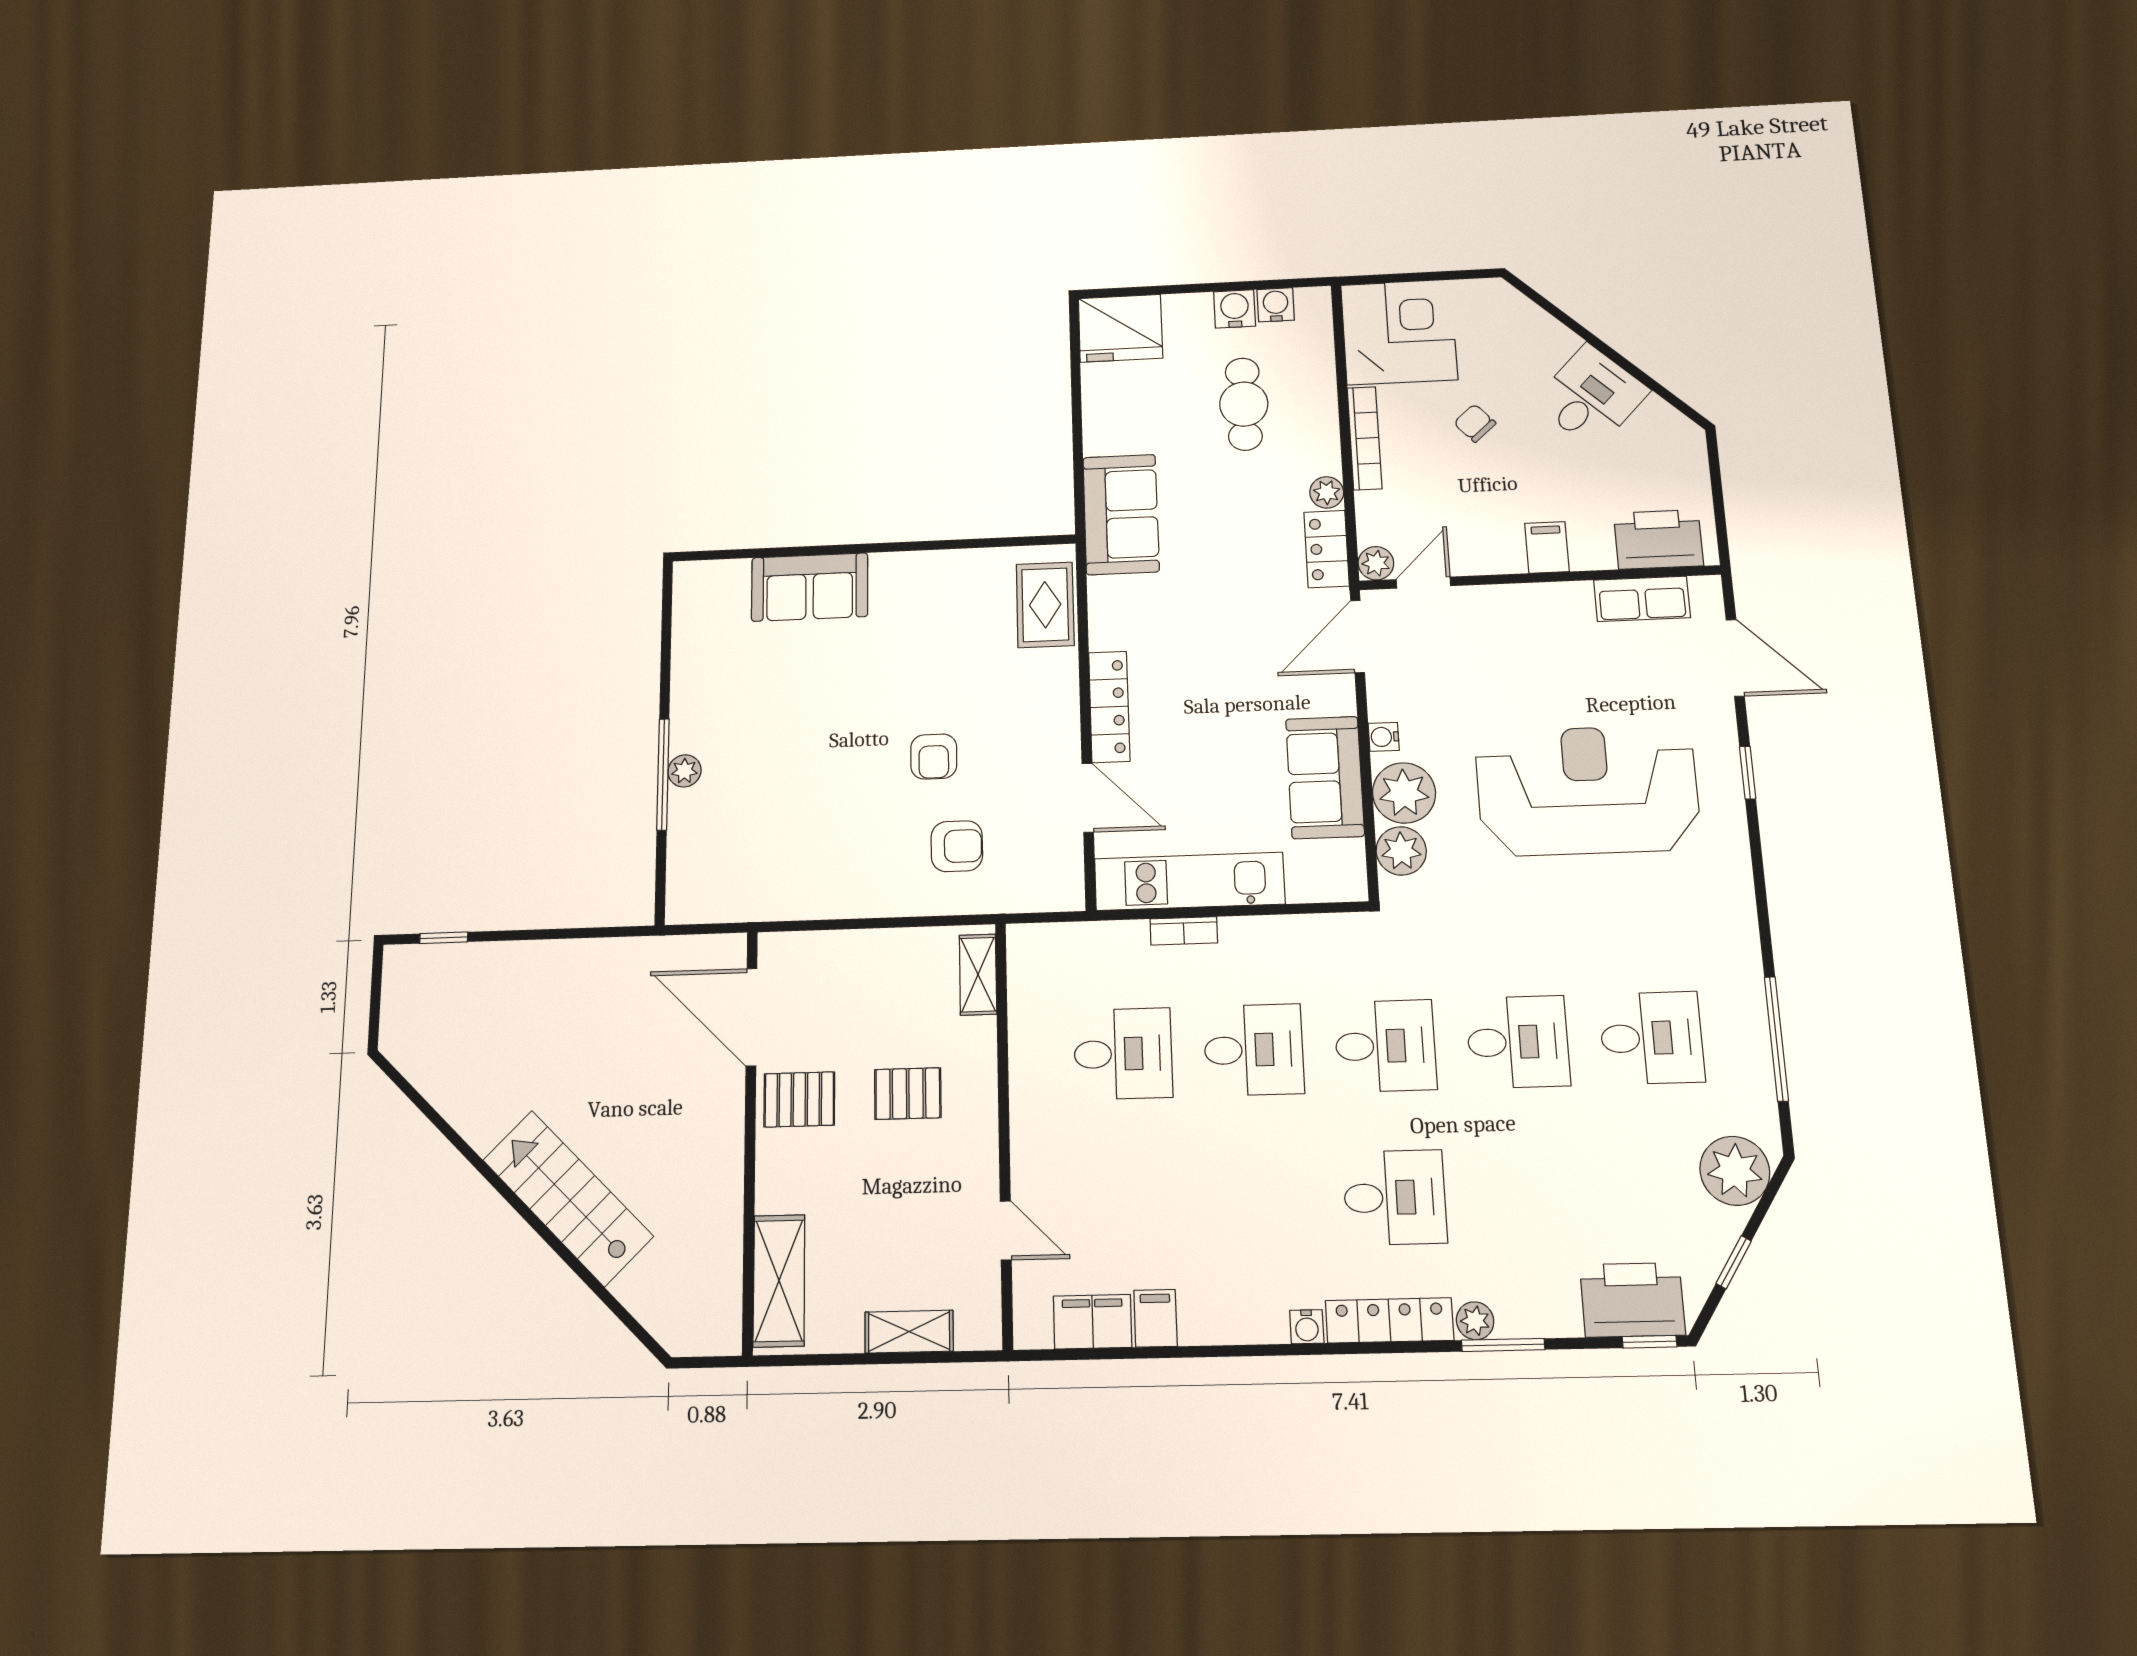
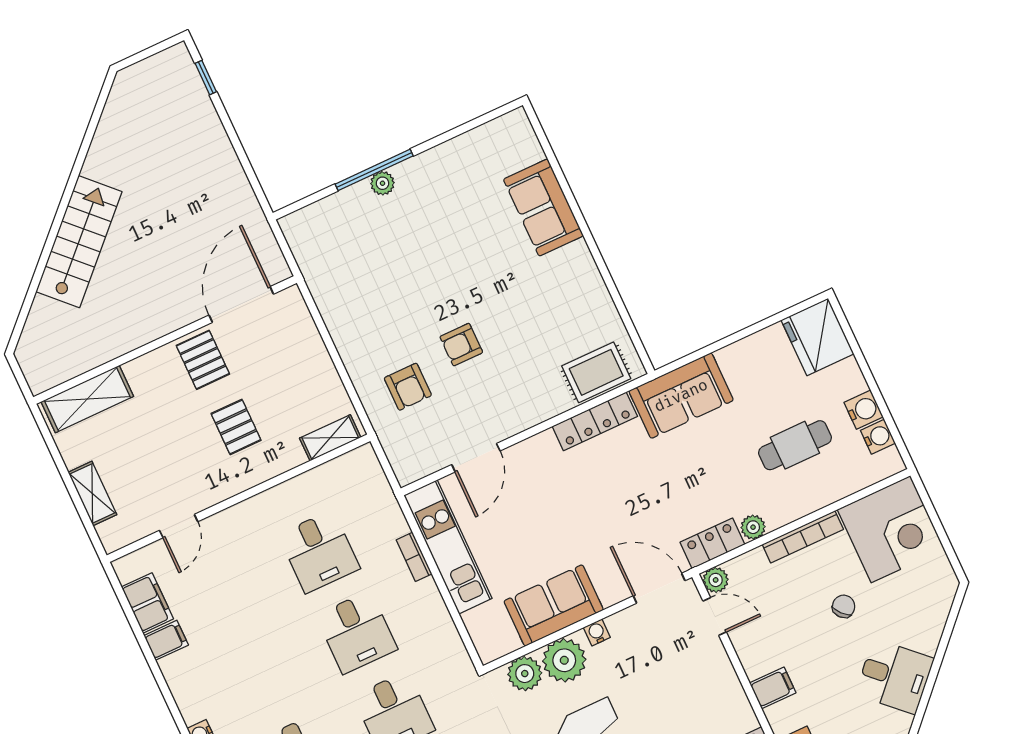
locker: (1109, 707) -> (595, 421), moved

